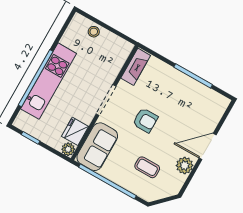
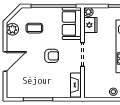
armchair: (145, 120) -> (52, 56), turned 180
plant: (185, 165) -> (12, 29), moved

